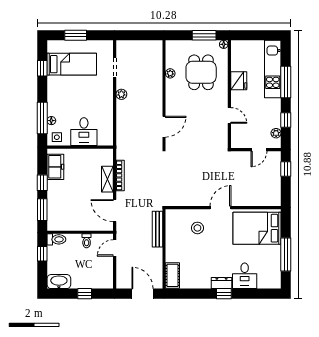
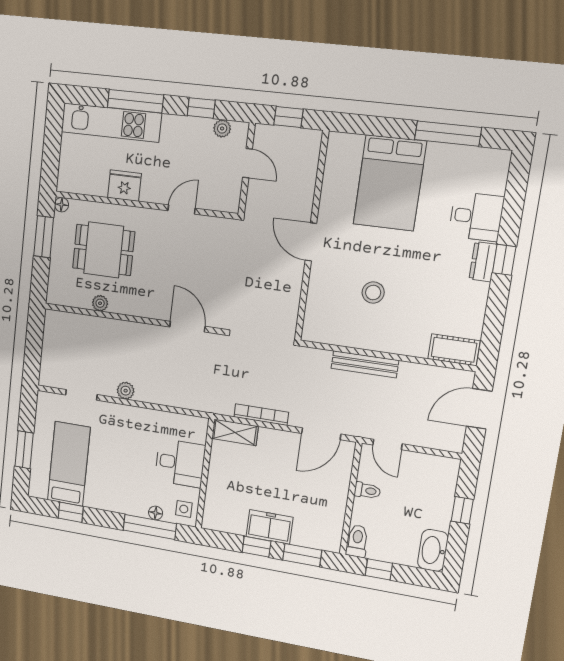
freezer: (55, 167) -> (270, 527), moved
shelving: (107, 179) -> (235, 432), moved
door: (220, 208) -> (311, 242), moved
wall: (223, 208) -> (312, 237), moved

